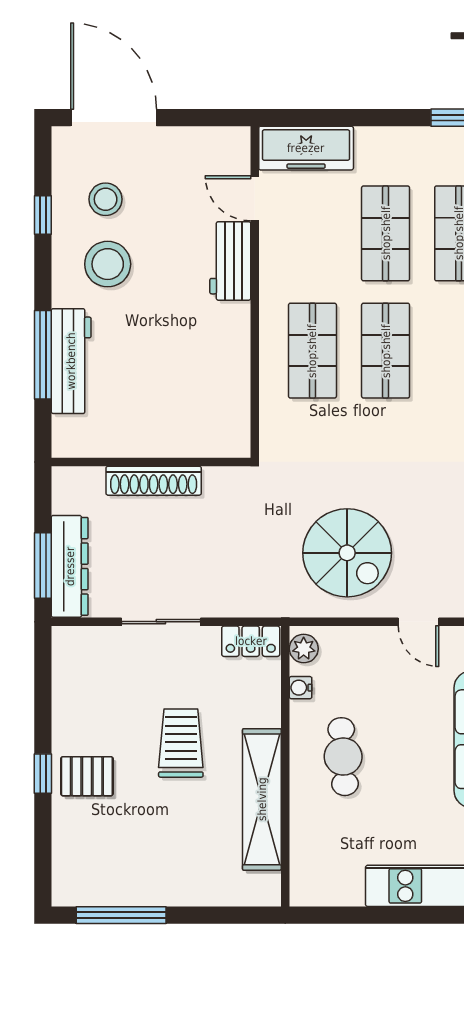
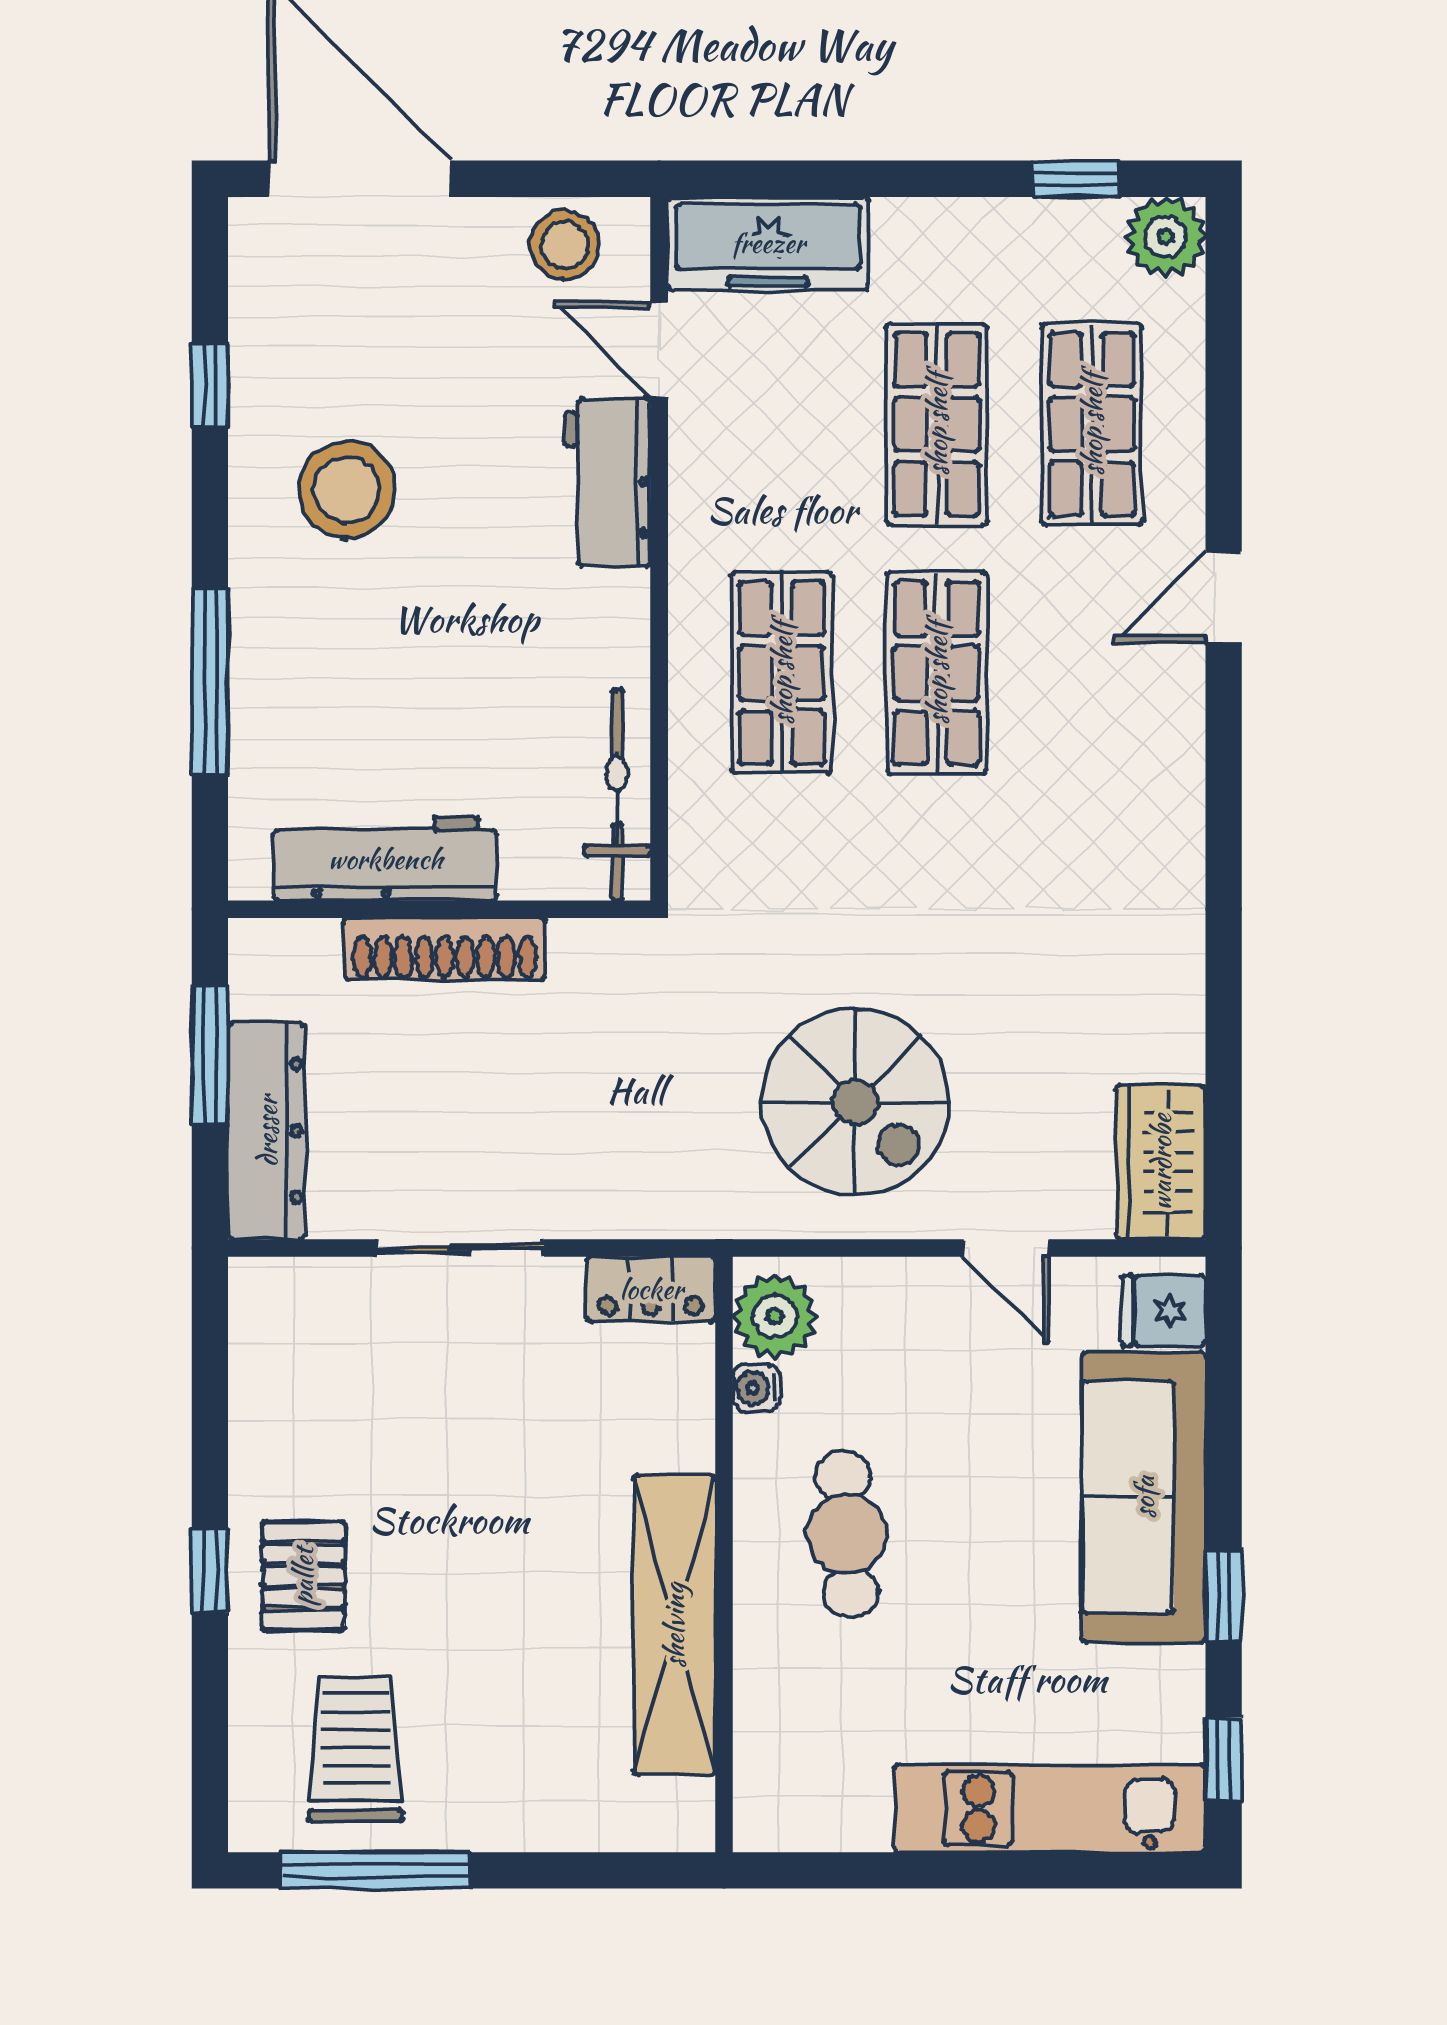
stool: (106, 199) -> (565, 245), moved
workbench: (71, 361) -> (385, 859), moved, turned -90
bicycle: (235, 408) -> (617, 795), added
window: (43, 565) -> (210, 1055), moved
plant: (304, 649) -> (775, 1316), width x1.38, depth x1.38
trolley: (181, 743) -> (356, 1749), moved
pallet: (87, 776) -> (303, 1576), turned 90

